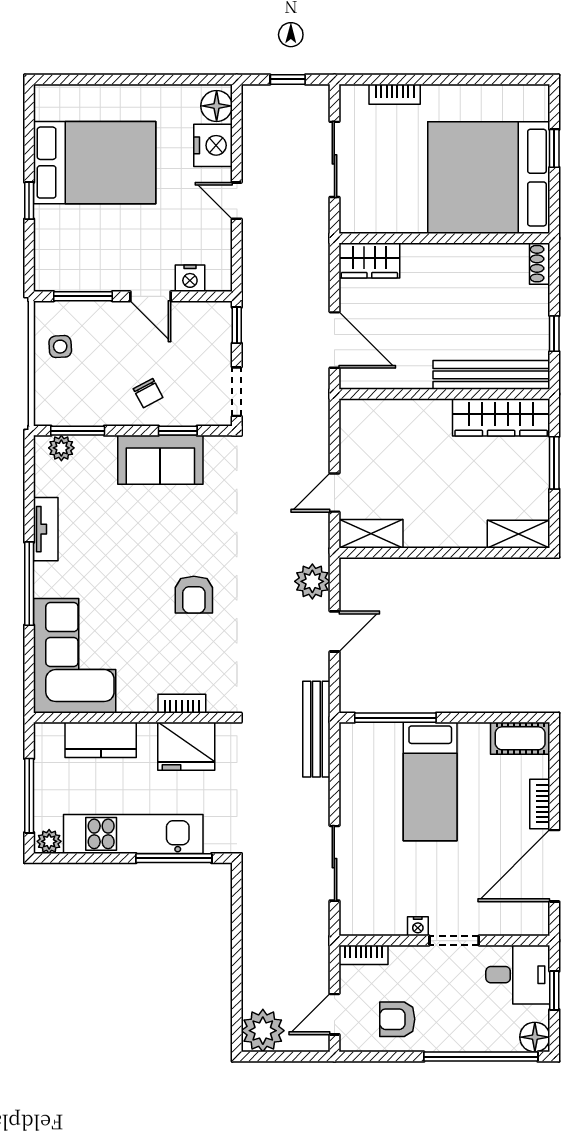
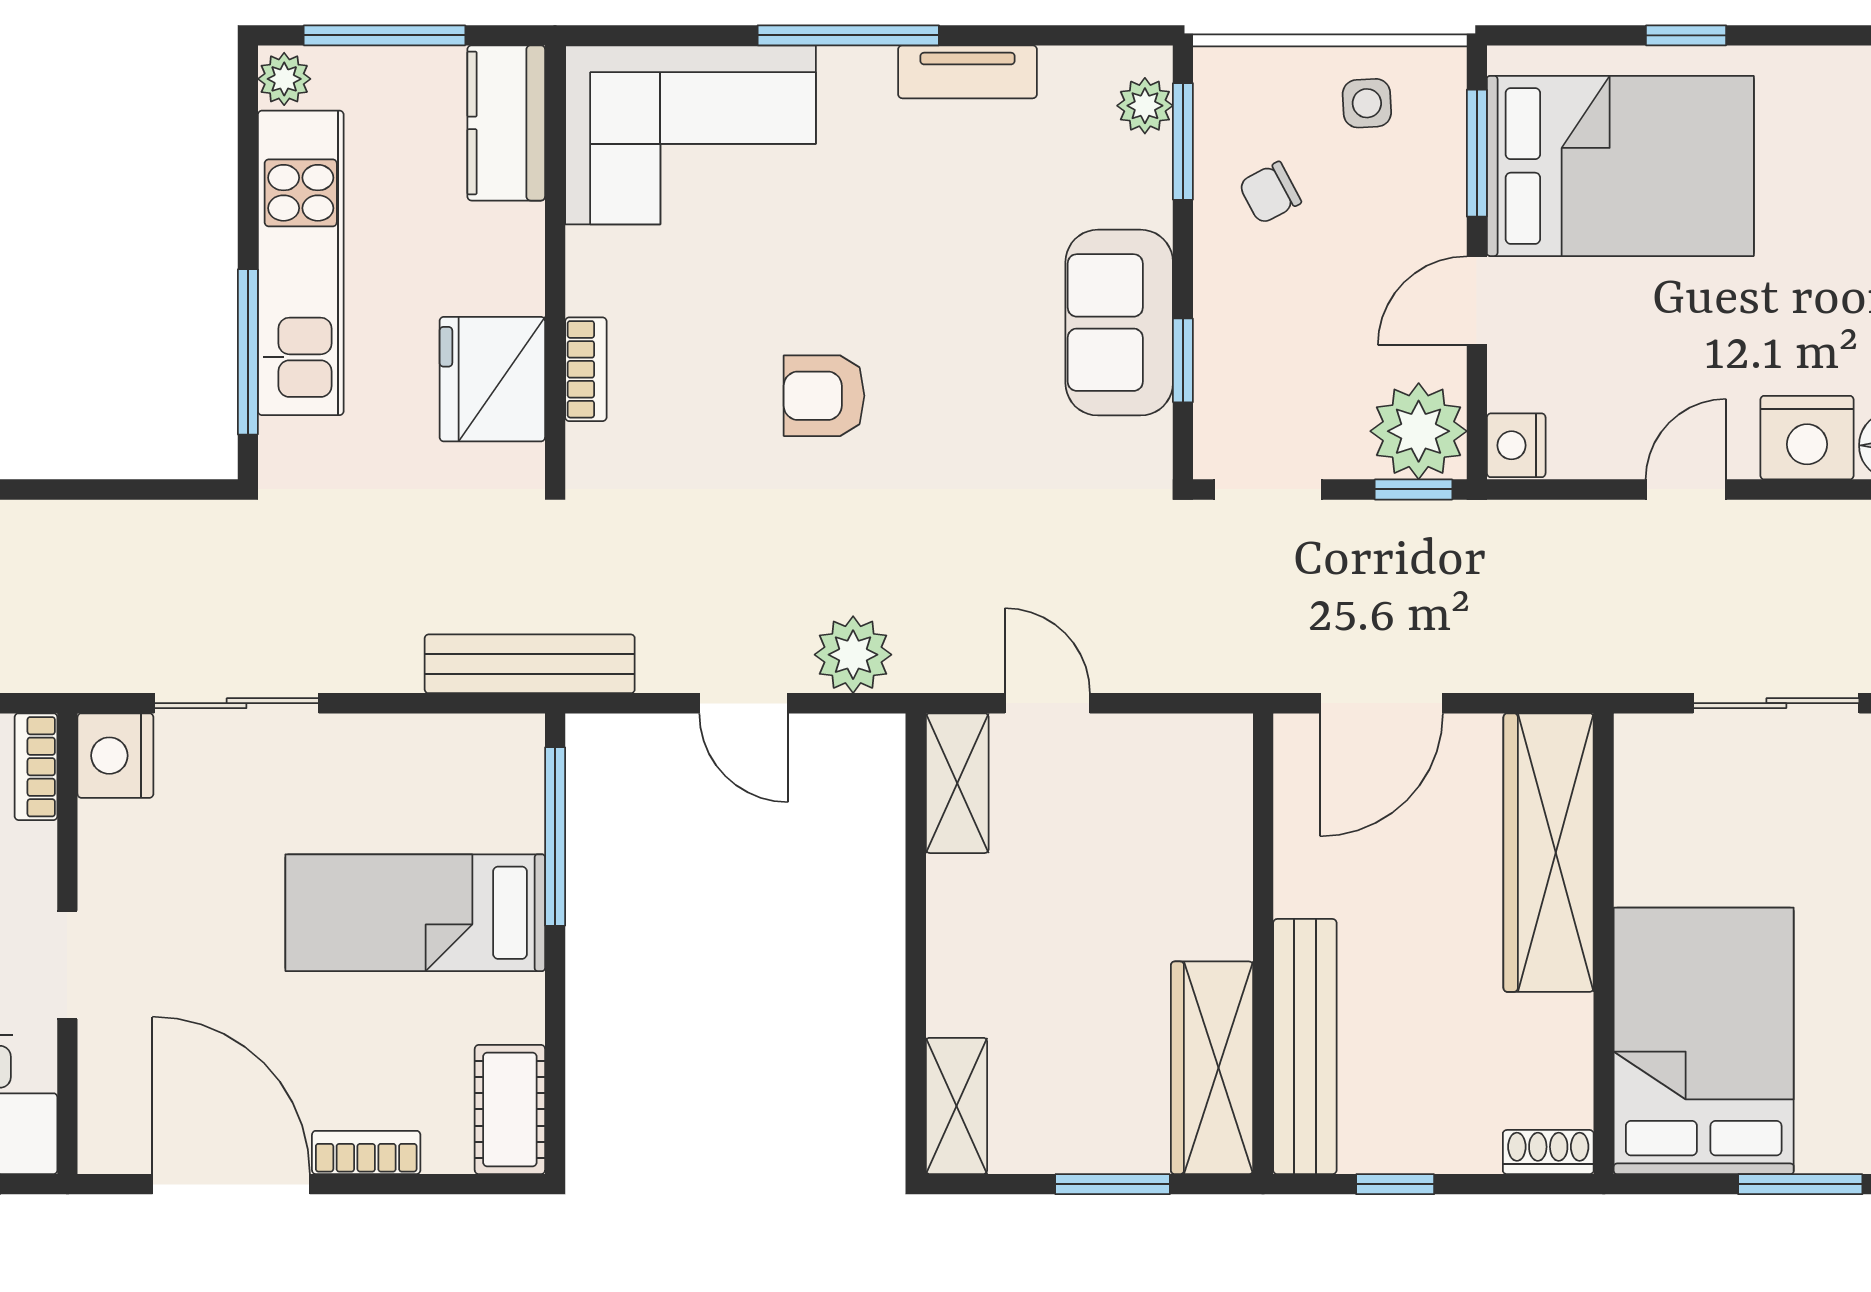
window: (554, 148) -> (1800, 1184), width x1.50
bed: (95, 163) -> (1620, 166), moved, turned -90
bed: (489, 178) -> (1704, 1041), width x0.73
wardrobe: (369, 260) -> (1549, 853), width x2.10, depth x1.17
nightstand: (190, 278) -> (1516, 445), moved
plant: (210, 323) -> (1419, 431), added
chair: (148, 393) -> (1270, 193), moved
kitchen counter: (101, 740) -> (506, 123), moved
nightstand: (418, 926) -> (115, 756), moved, width x1.89, depth x1.79

